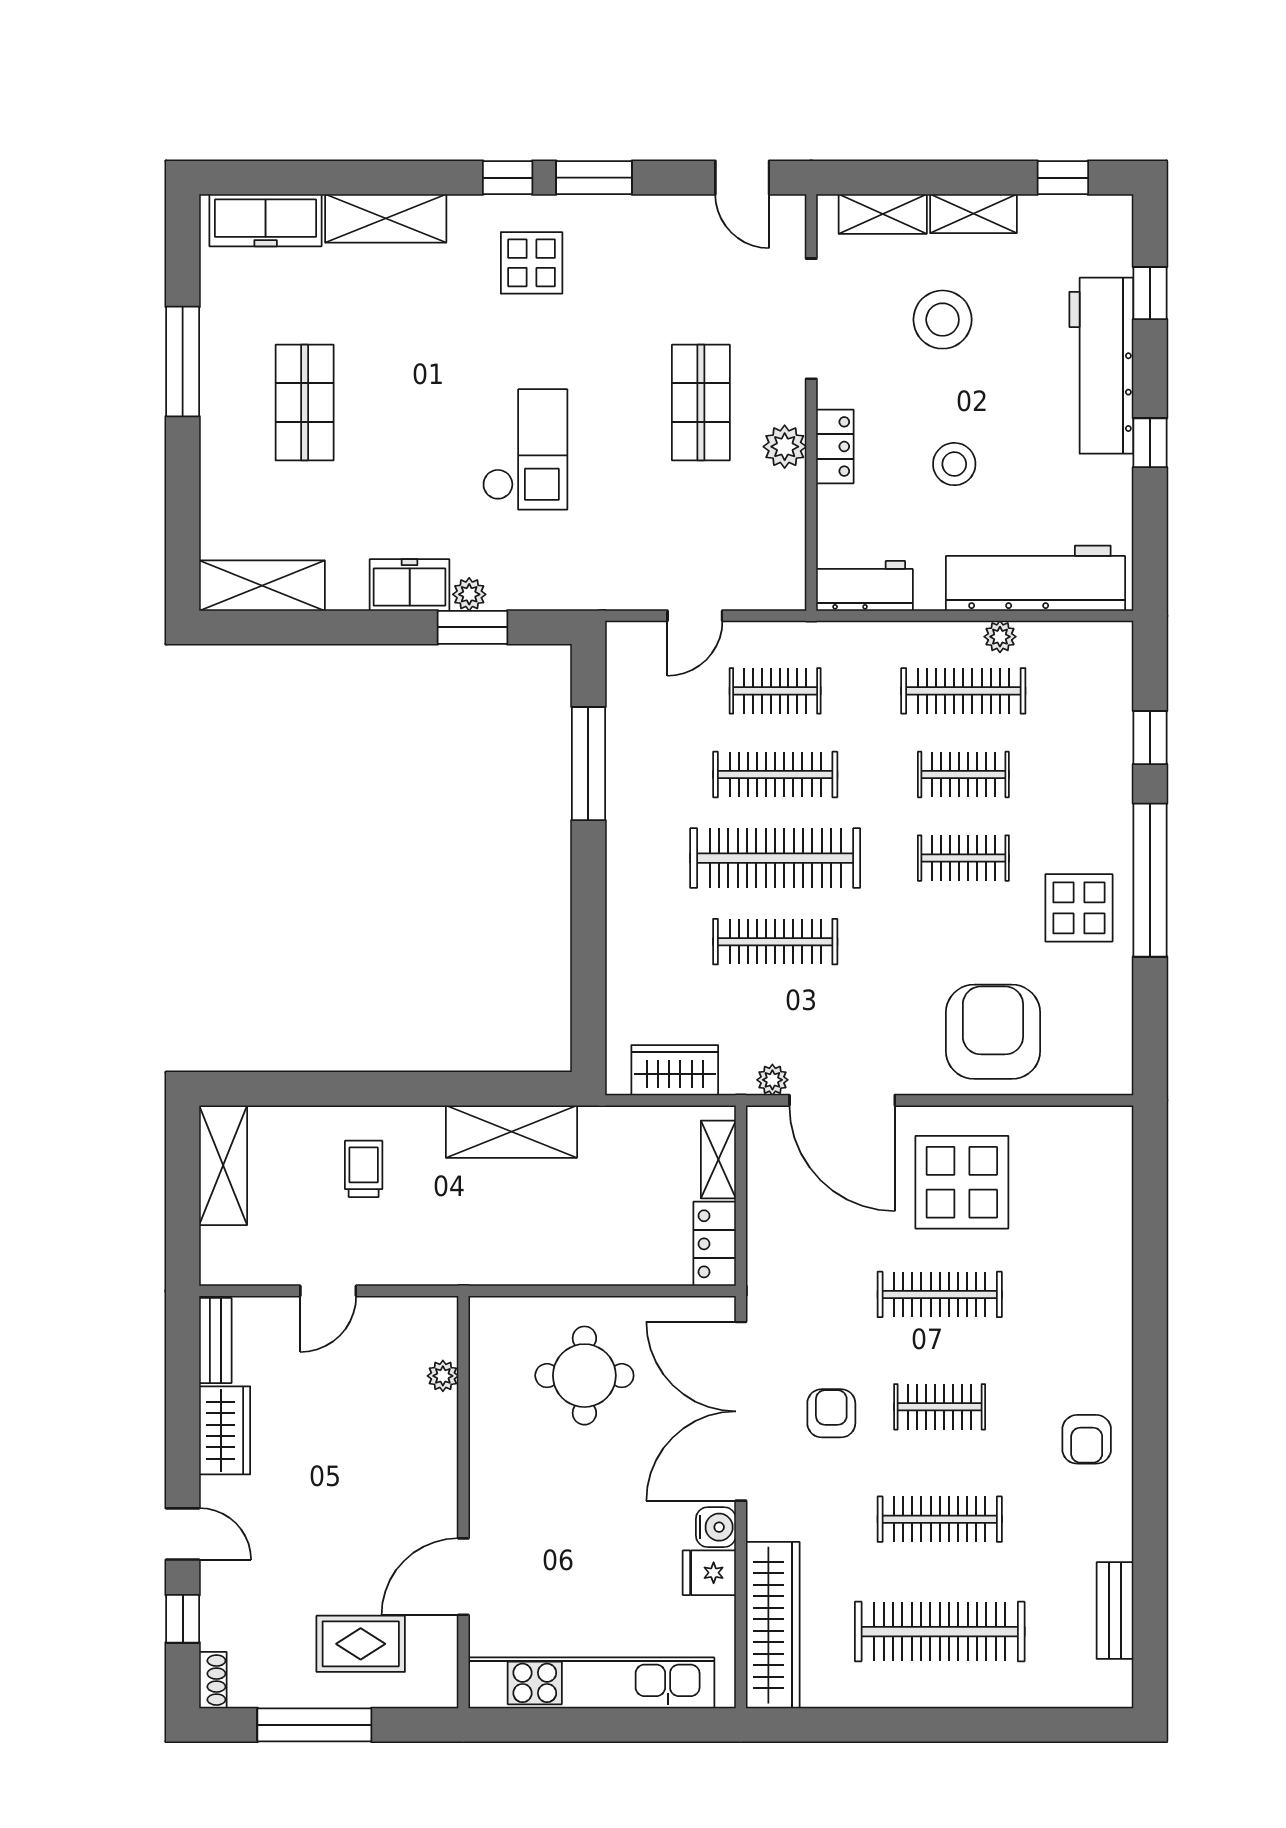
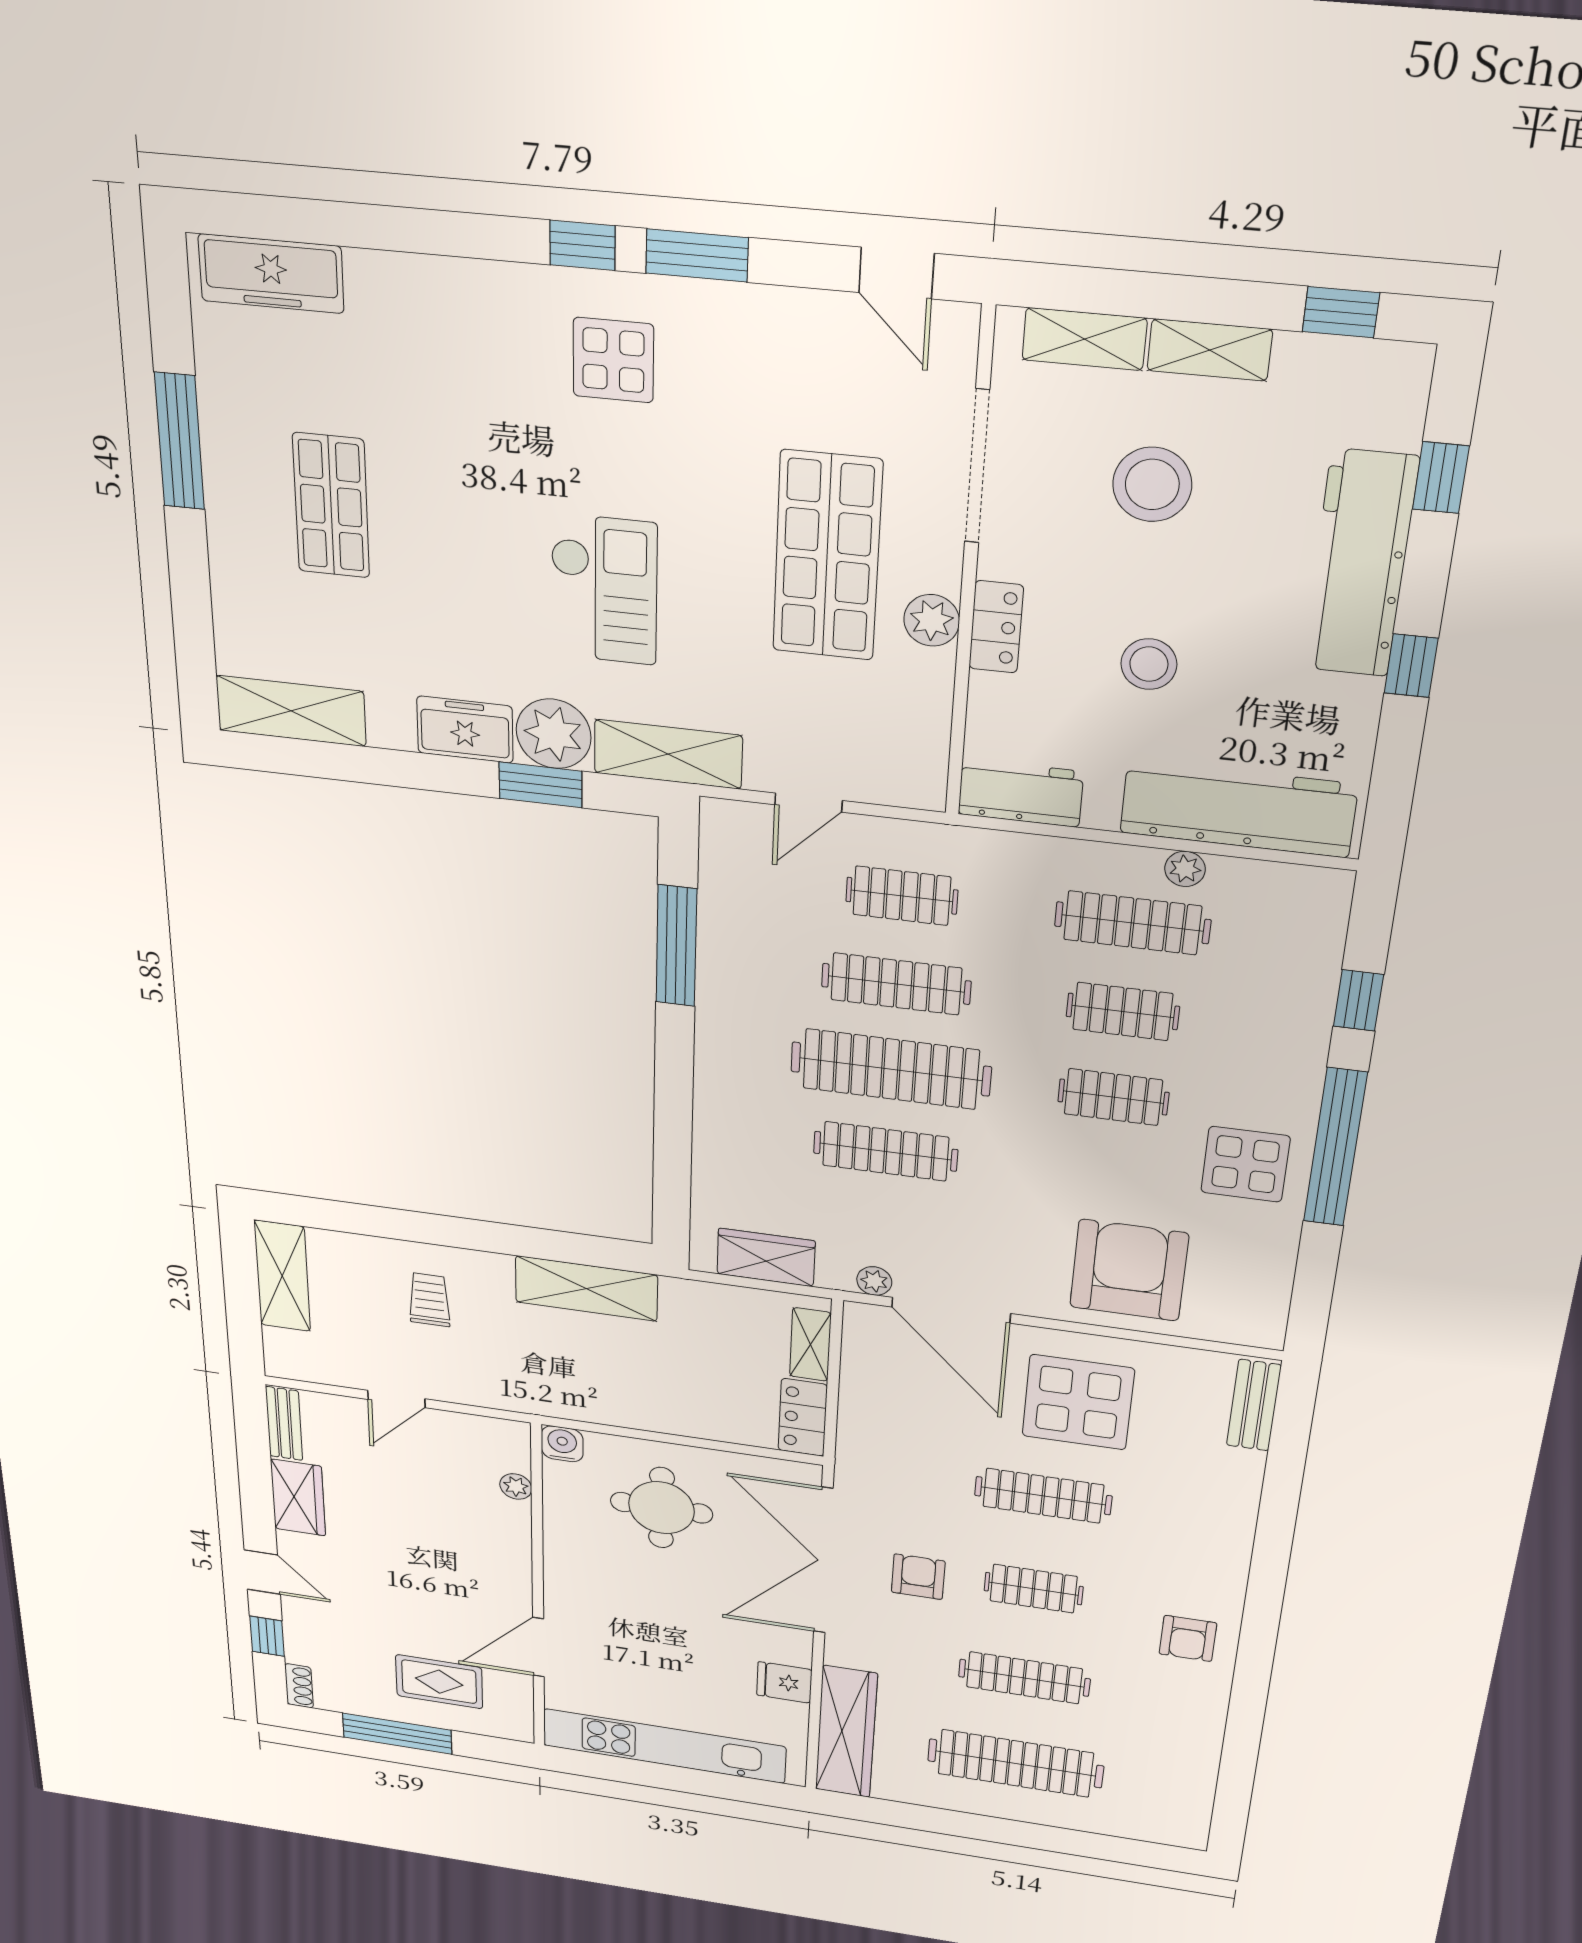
shelving: (386, 218) -> (668, 754), moved
shop shelf: (701, 402) -> (827, 556), width x1.43, depth x1.36
plant: (469, 594) -> (554, 734), width x1.88, depth x1.88
water cooler: (716, 1527) -> (562, 1444), moved, turned -90
bench: (1115, 1611) -> (1254, 1405), moved

